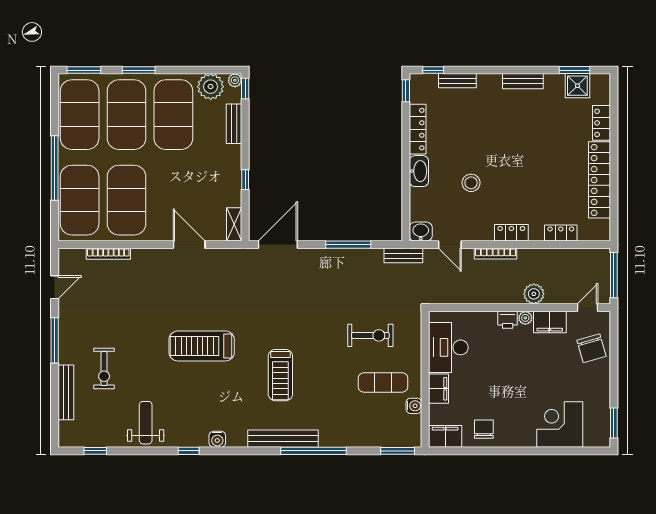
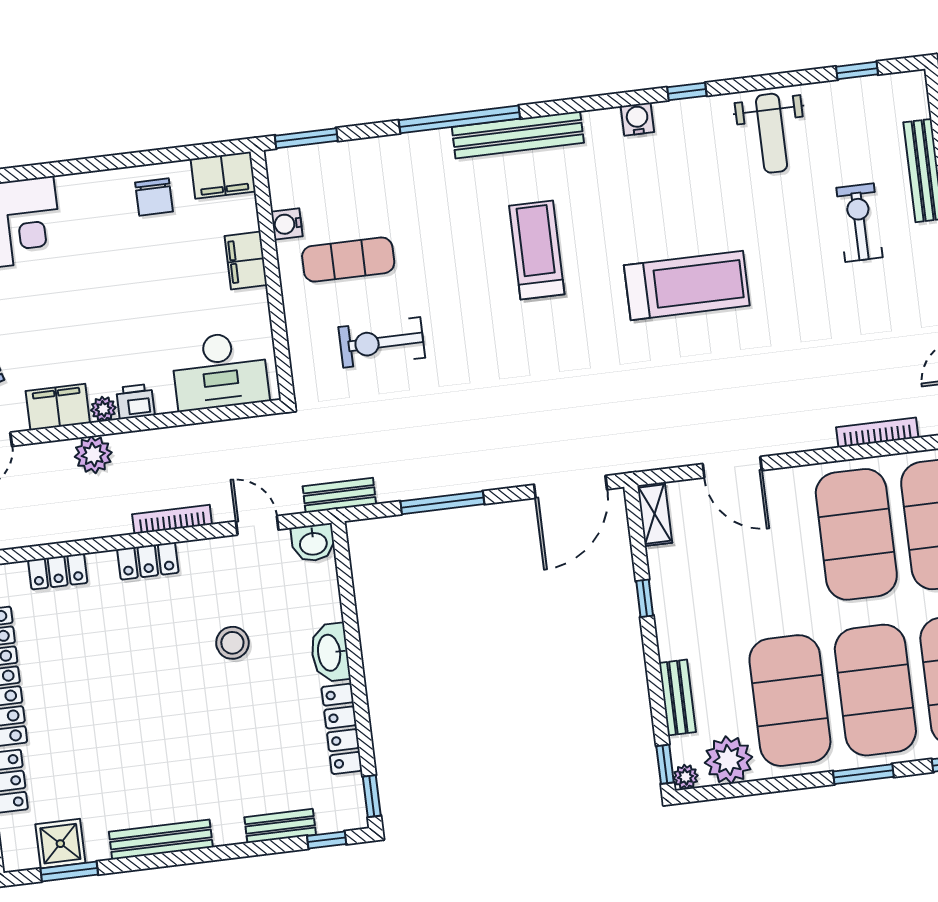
bench: (523, 81) -> (161, 840), width x1.36
desk: (448, 347) -> (220, 371), moved, turned 90

